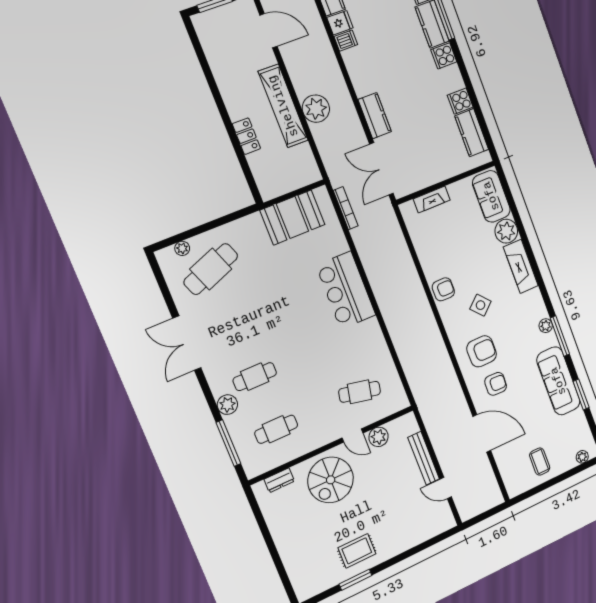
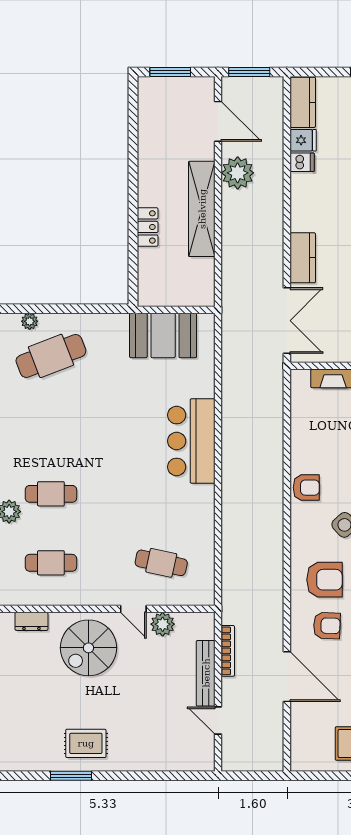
plant: (316, 109) -> (238, 173), moved
double door: (381, 169) -> (287, 321), swing flipped
bookcase: (346, 208) -> (228, 651), moved

